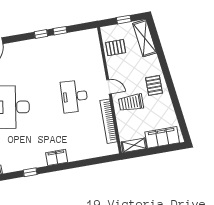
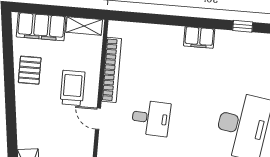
pallet: (154, 85) -> (30, 70), moved
desk: (74, 96) -> (151, 118), width x0.73
trolley: (131, 103) -> (73, 88), turned -90

